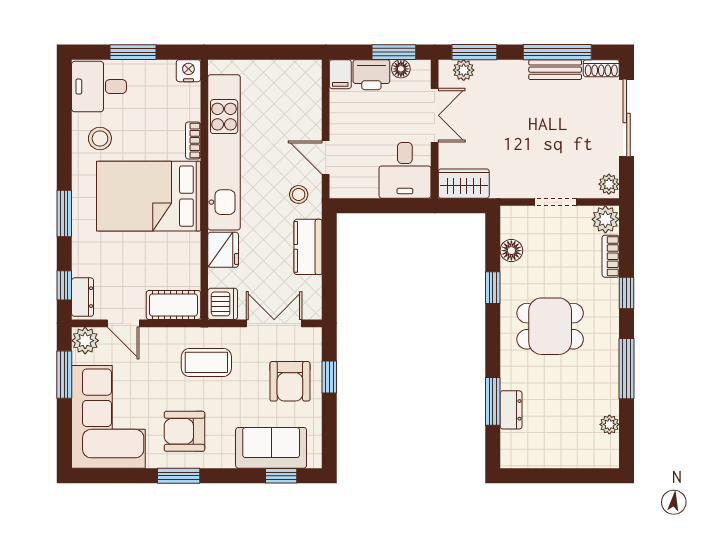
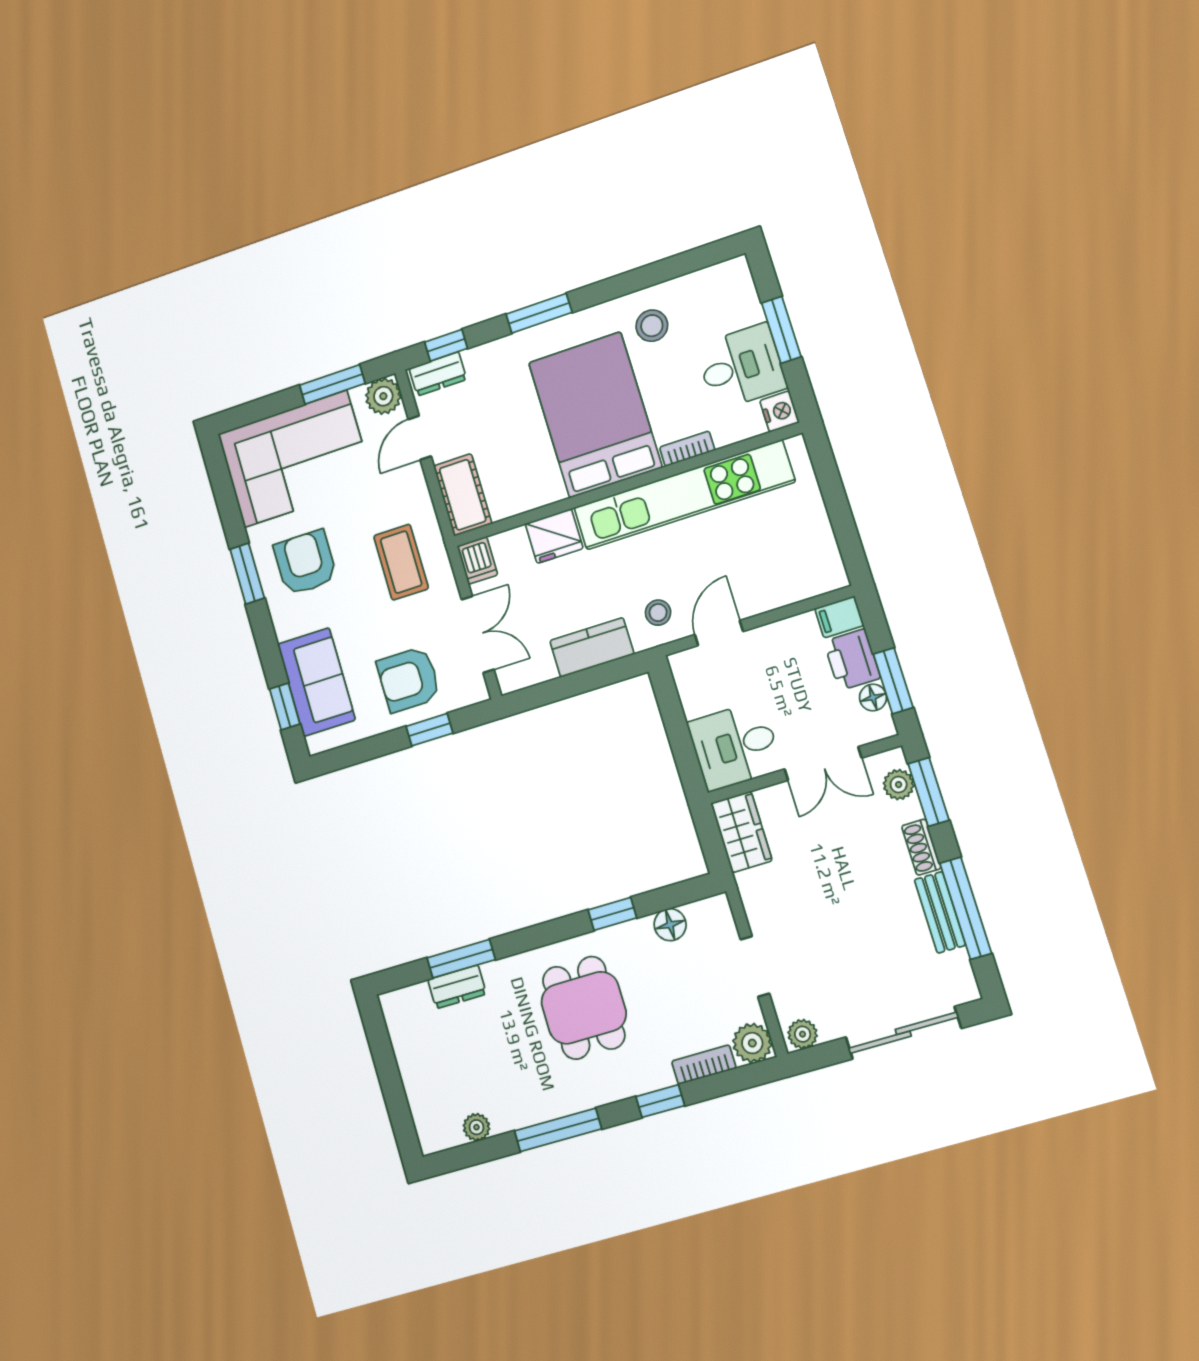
shoe rack: (601, 68) -> (921, 847), moved
desk: (99, 87) -> (741, 367), moved, turned 90
dishwasher: (223, 304) -> (477, 560), width x0.73

